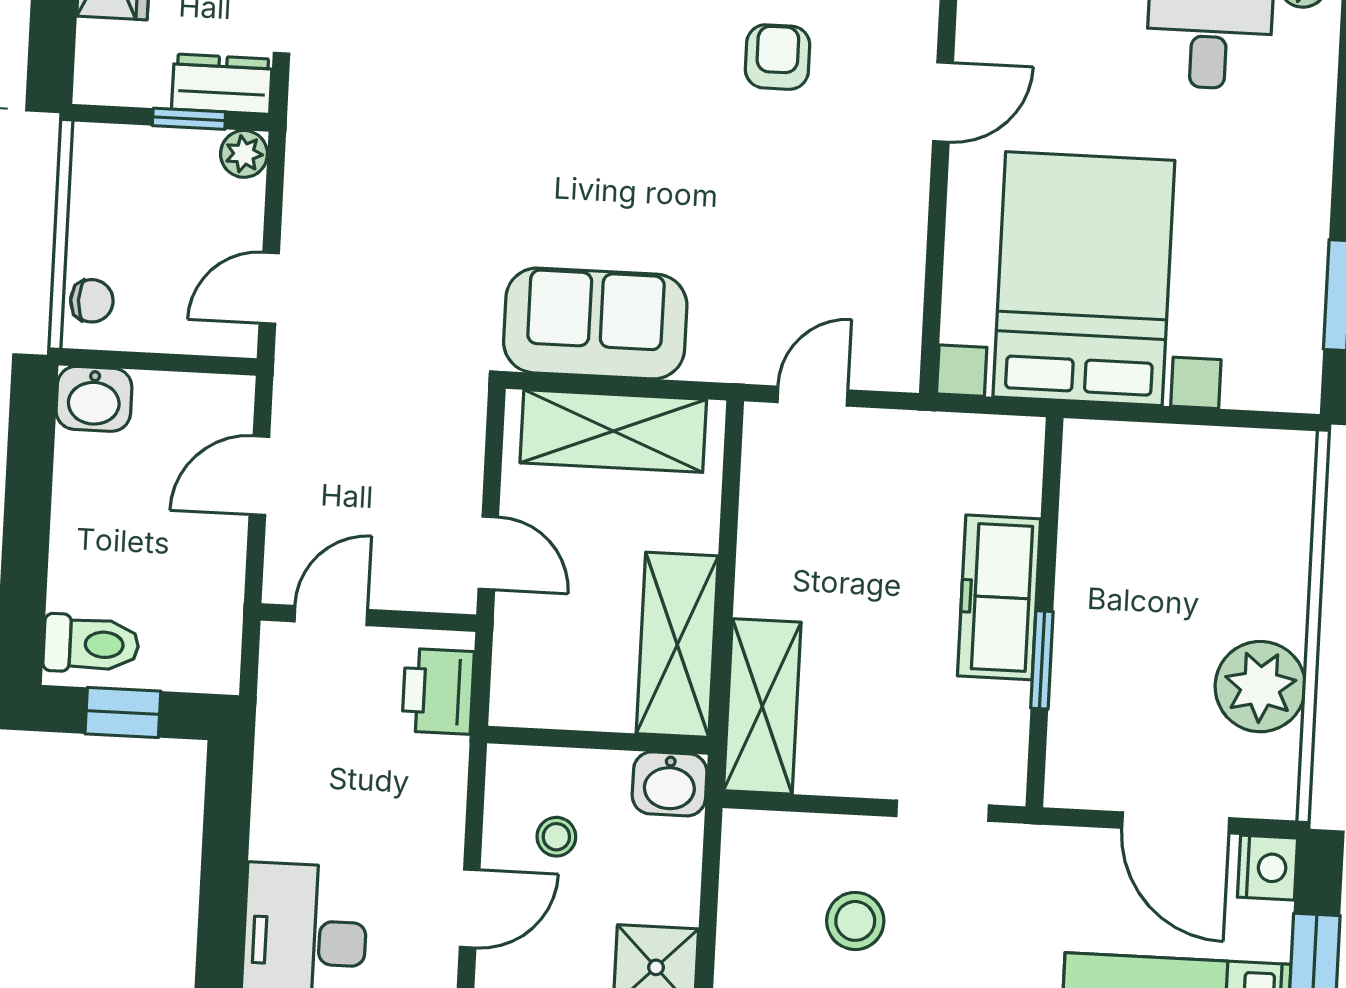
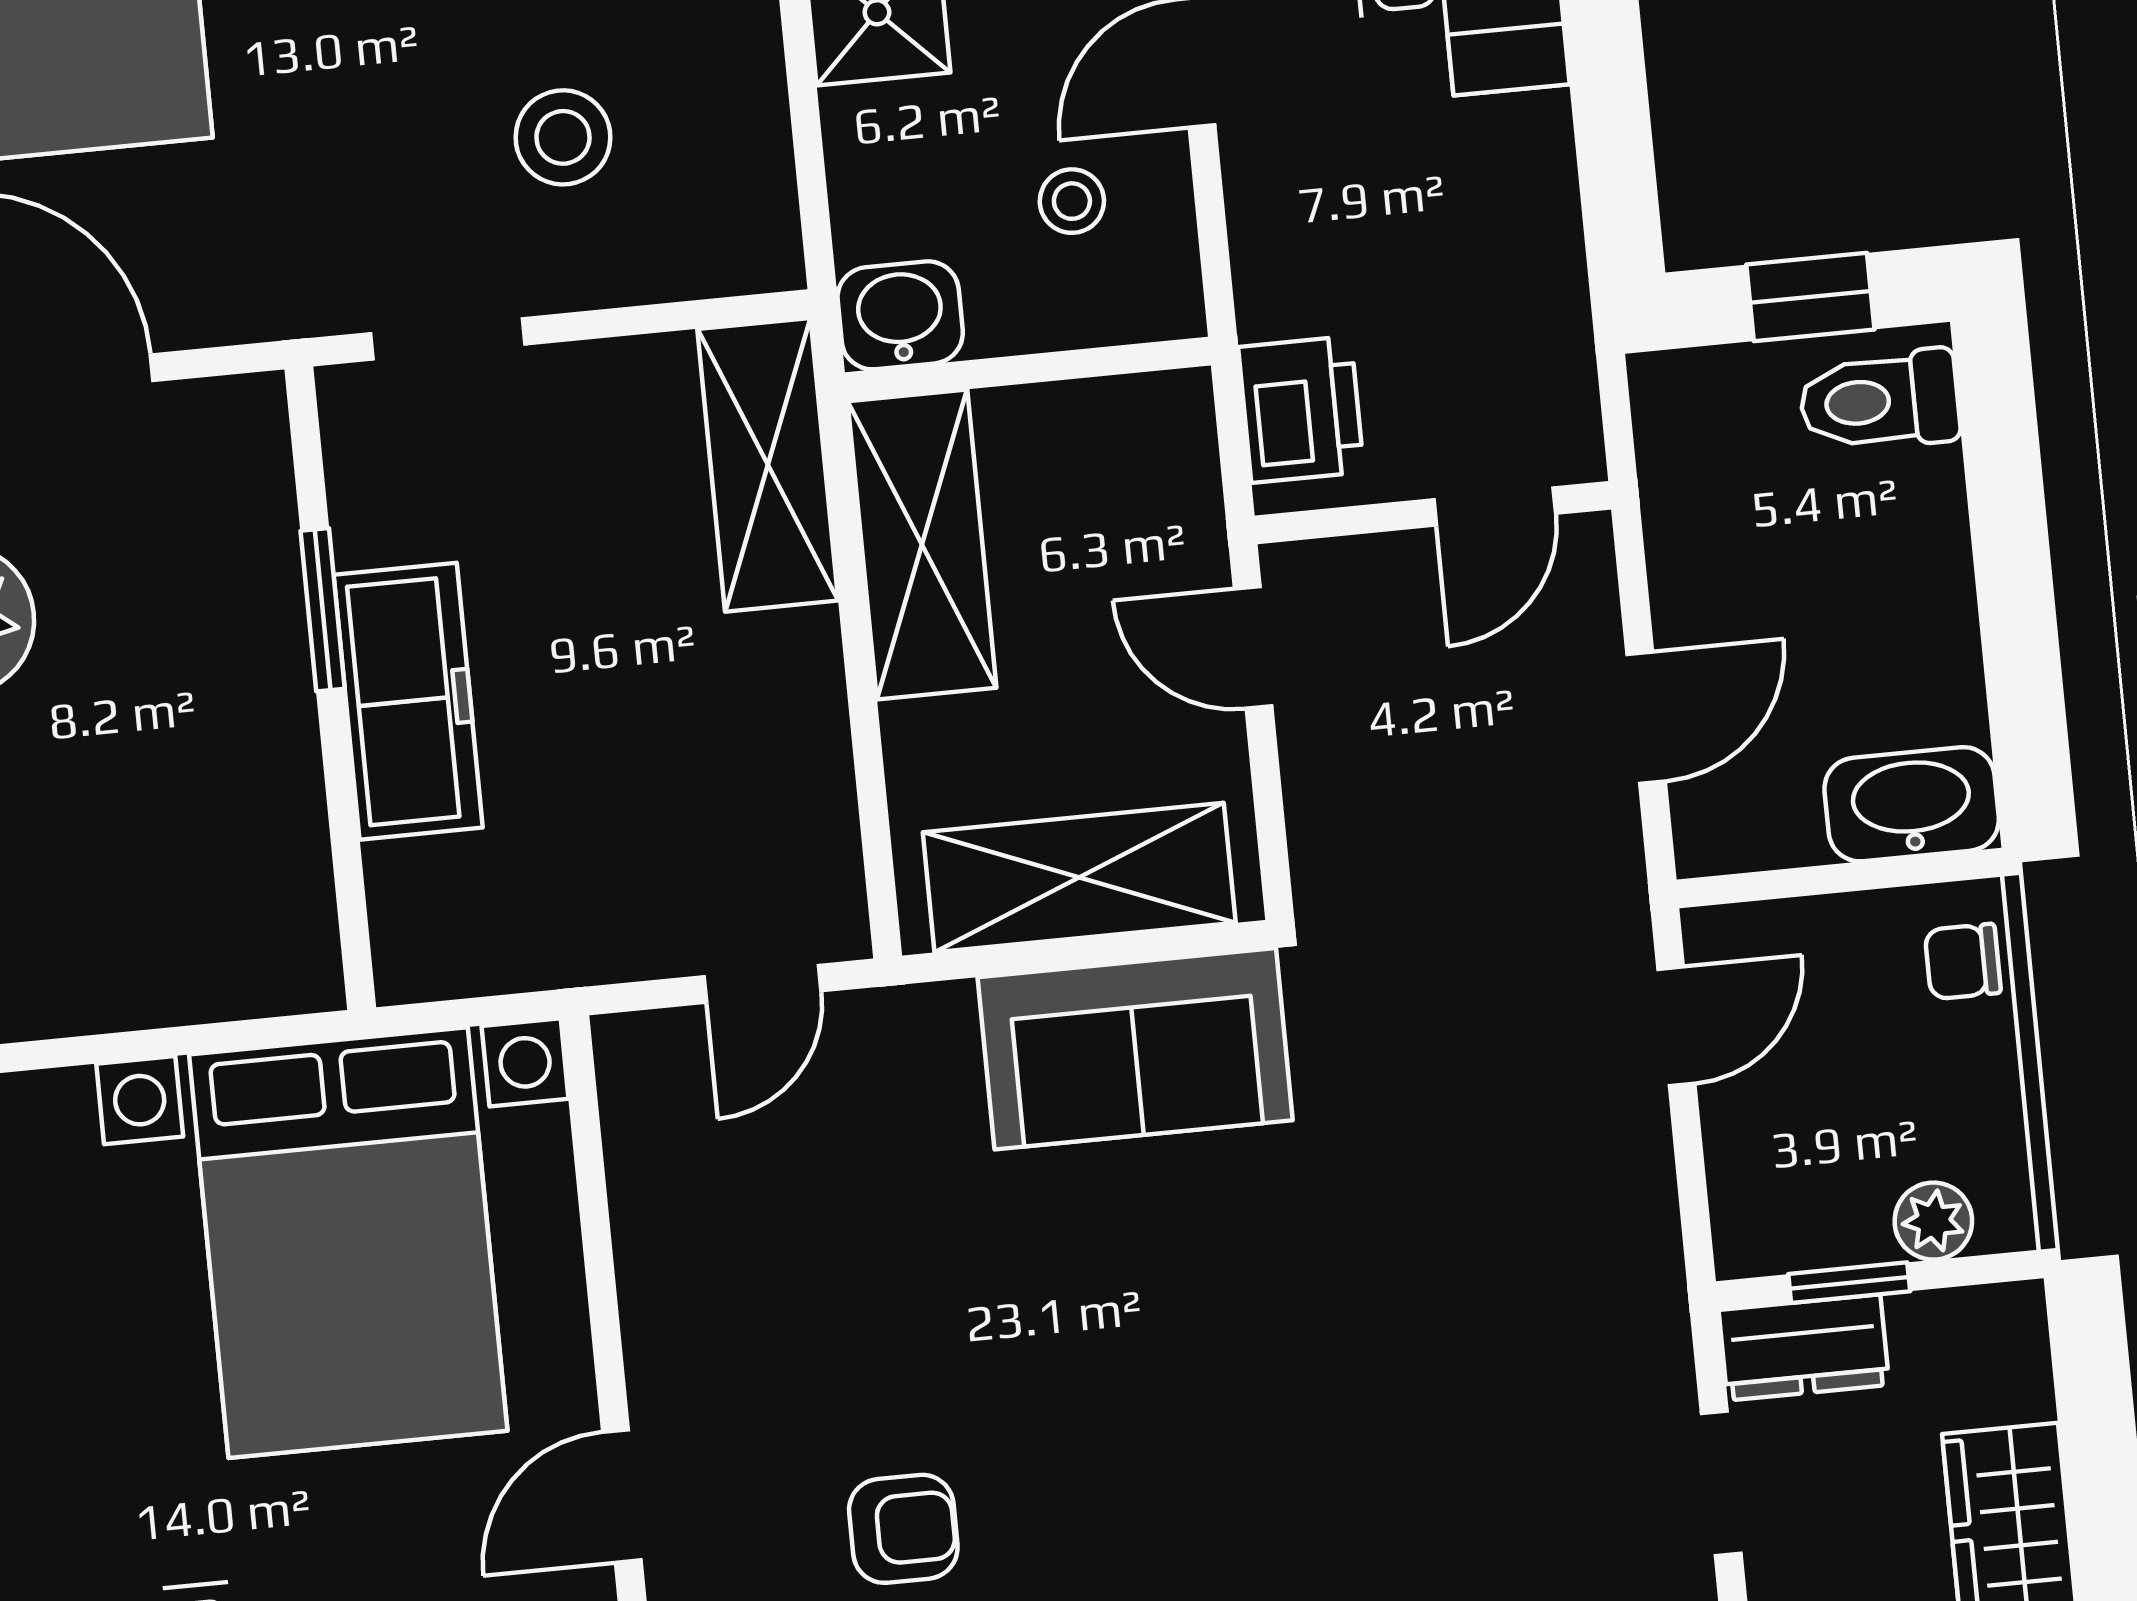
armchair: (778, 57) -> (903, 1529), turned -90
plant: (244, 154) -> (1933, 1221), moved
washbasin: (94, 399) -> (1912, 804), width x1.38

